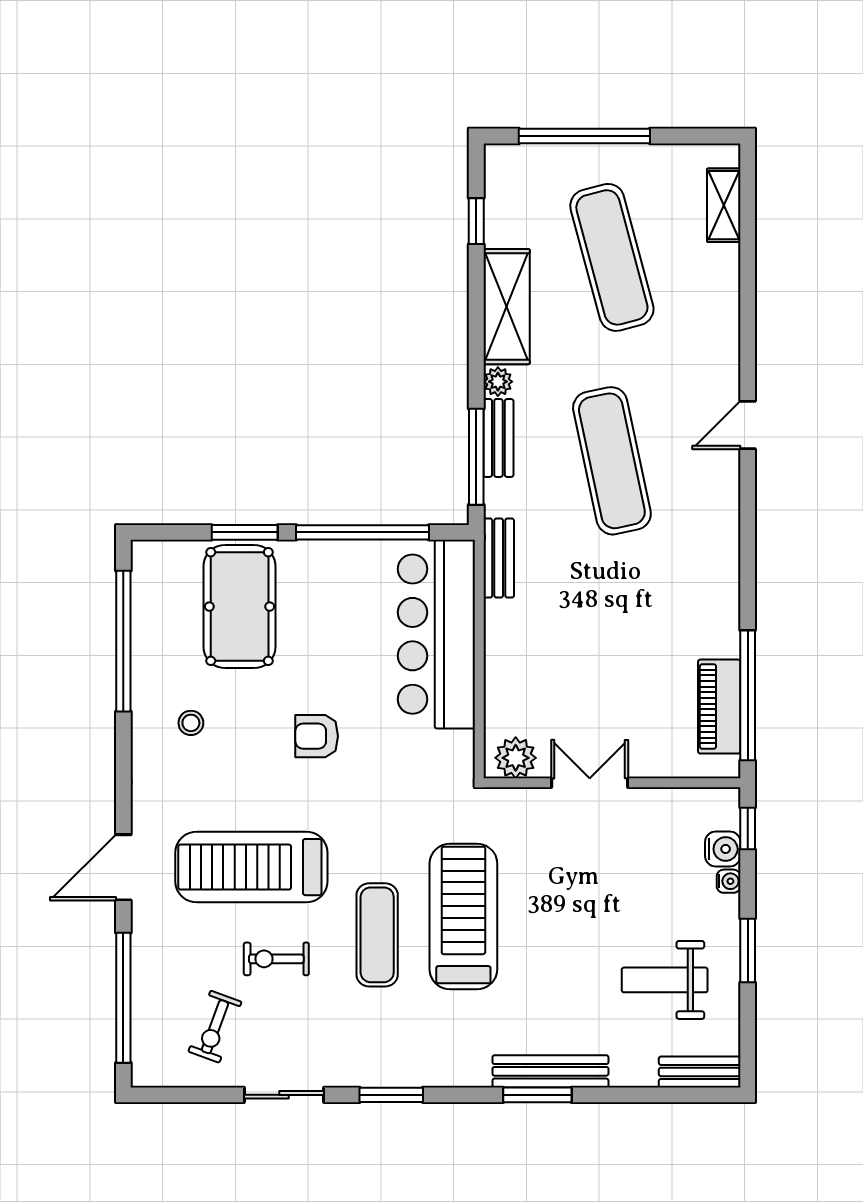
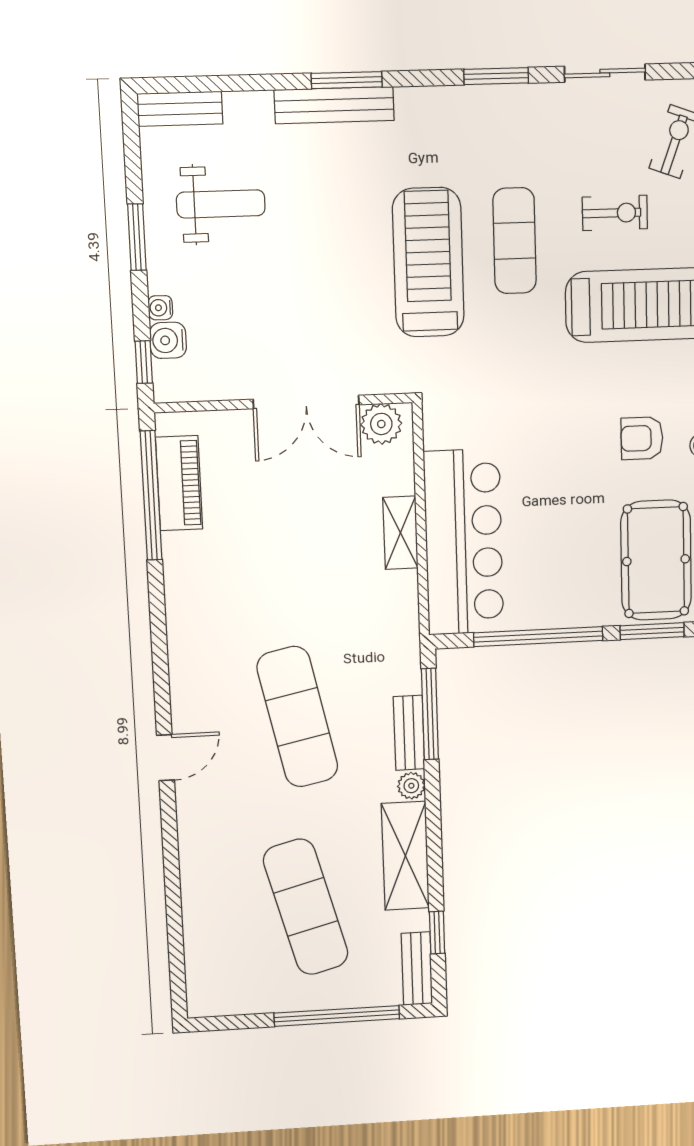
shelving: (724, 205) -> (400, 533), moved
bench: (499, 558) -> (417, 969), moved
armchair: (317, 736) -> (642, 438), moved, turned 180
double door: (590, 783) -> (306, 402), width x1.37
treadmill: (463, 916) -> (428, 262), turned 180

